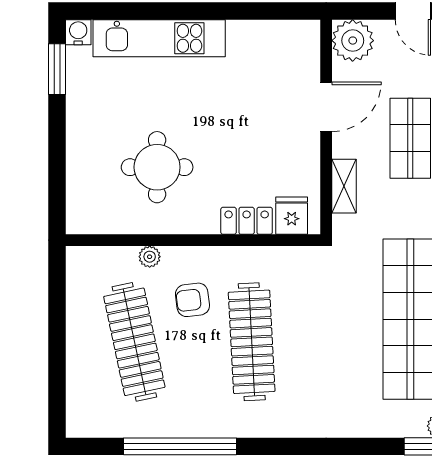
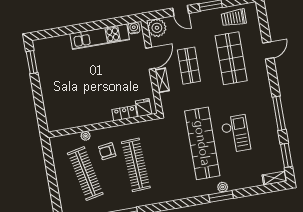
water cooler: (78, 32) -> (134, 28), moved
kitchen unit: (159, 38) -> (100, 37), moved
round table: (157, 167) -> (82, 97), removed
shelving: (344, 186) -> (162, 80), moved

